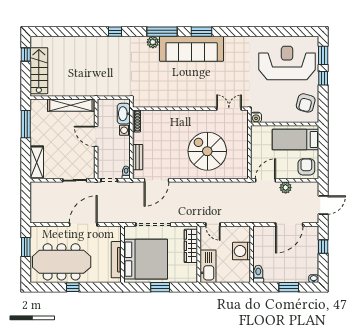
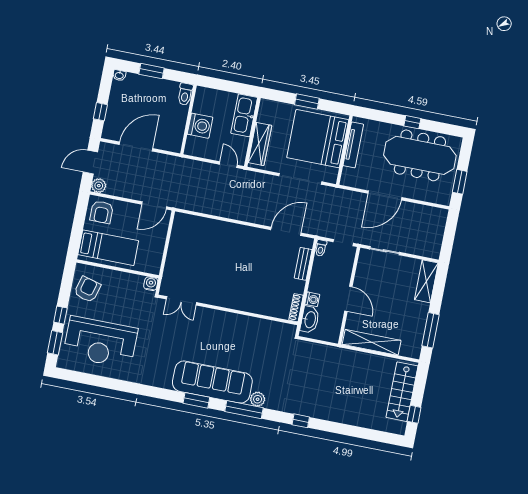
spiral stairs: (207, 151) -> (218, 254), removed
plant: (286, 188) -> (99, 186), moved

